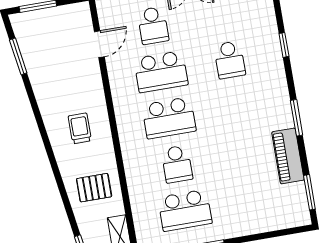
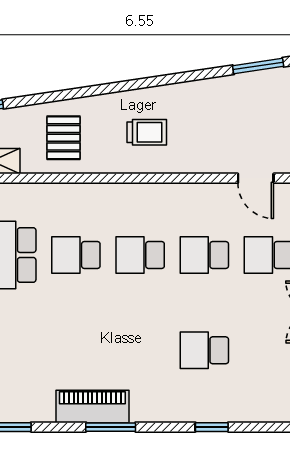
school desk: (161, 72) -> (204, 255), width x0.54
school desk: (169, 118) -> (140, 255), width x0.54
piano: (288, 156) -> (92, 407), moved

